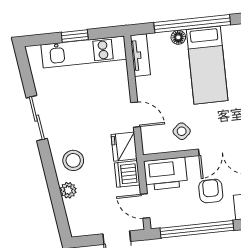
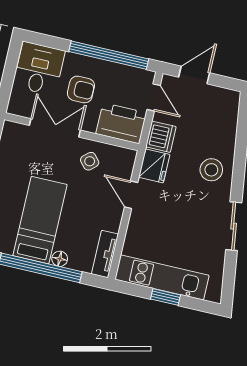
plant: (68, 190) -> (227, 141), removed
armchair: (211, 191) -> (81, 89), turned -90

